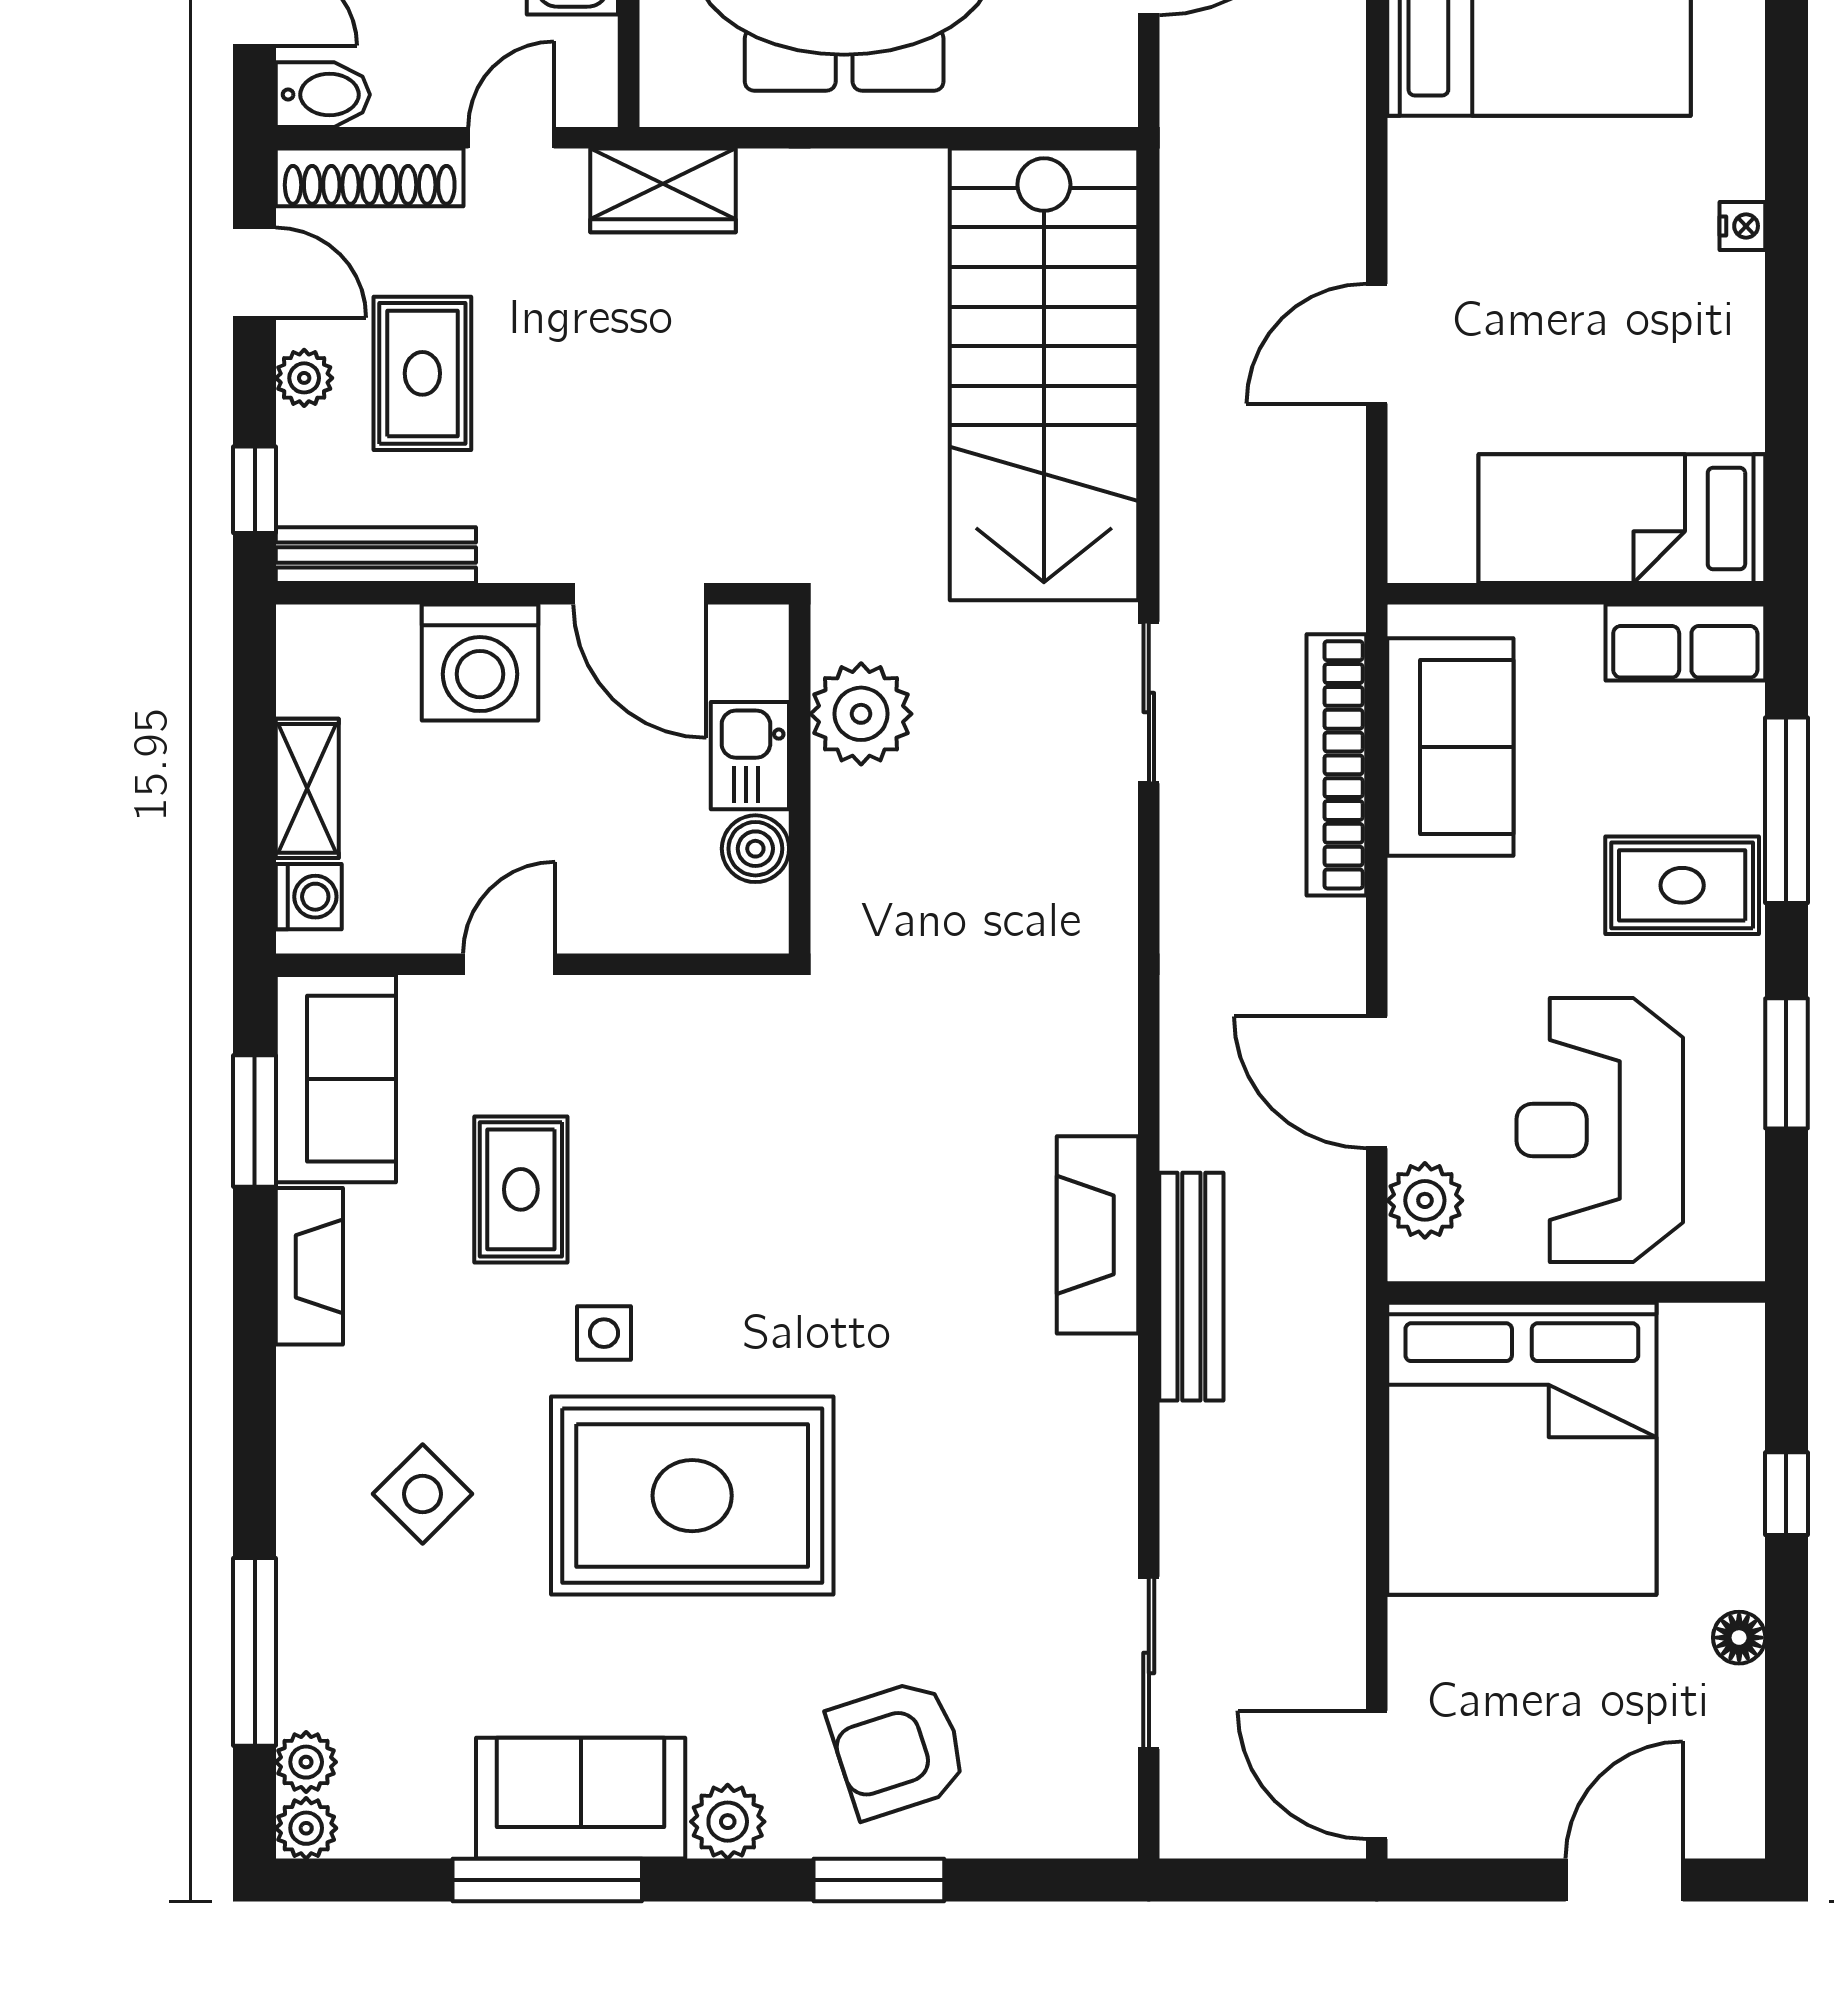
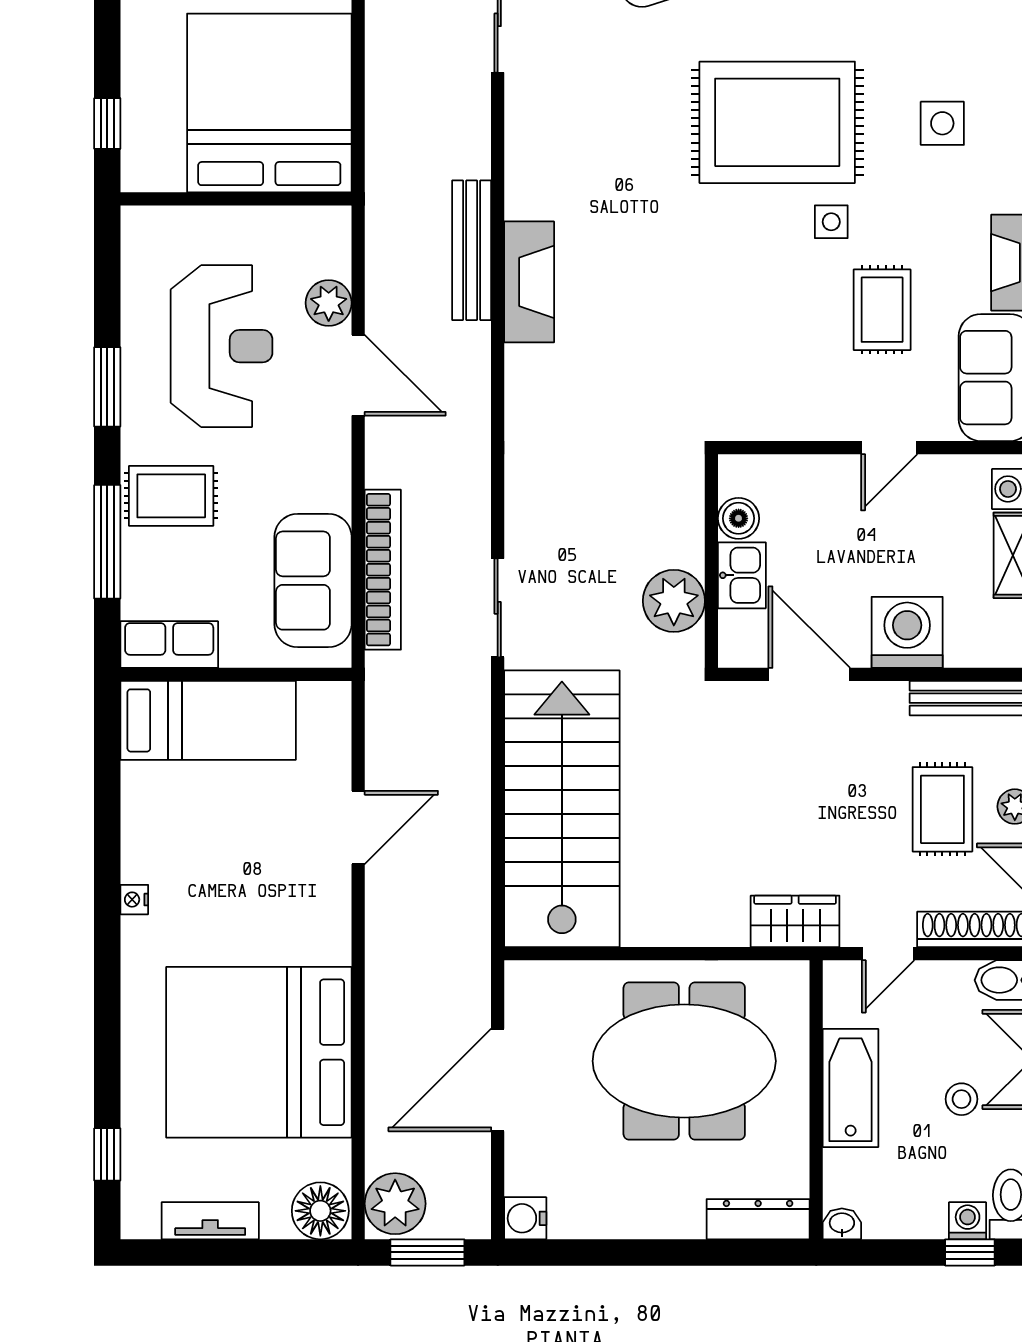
wall: (1576, 1292) -> (236, 199), moved
bed: (1522, 1449) -> (269, 103), moved
side table: (423, 1494) -> (942, 123), turned 45
floor lamp: (1739, 1638) -> (136, 35), removed

